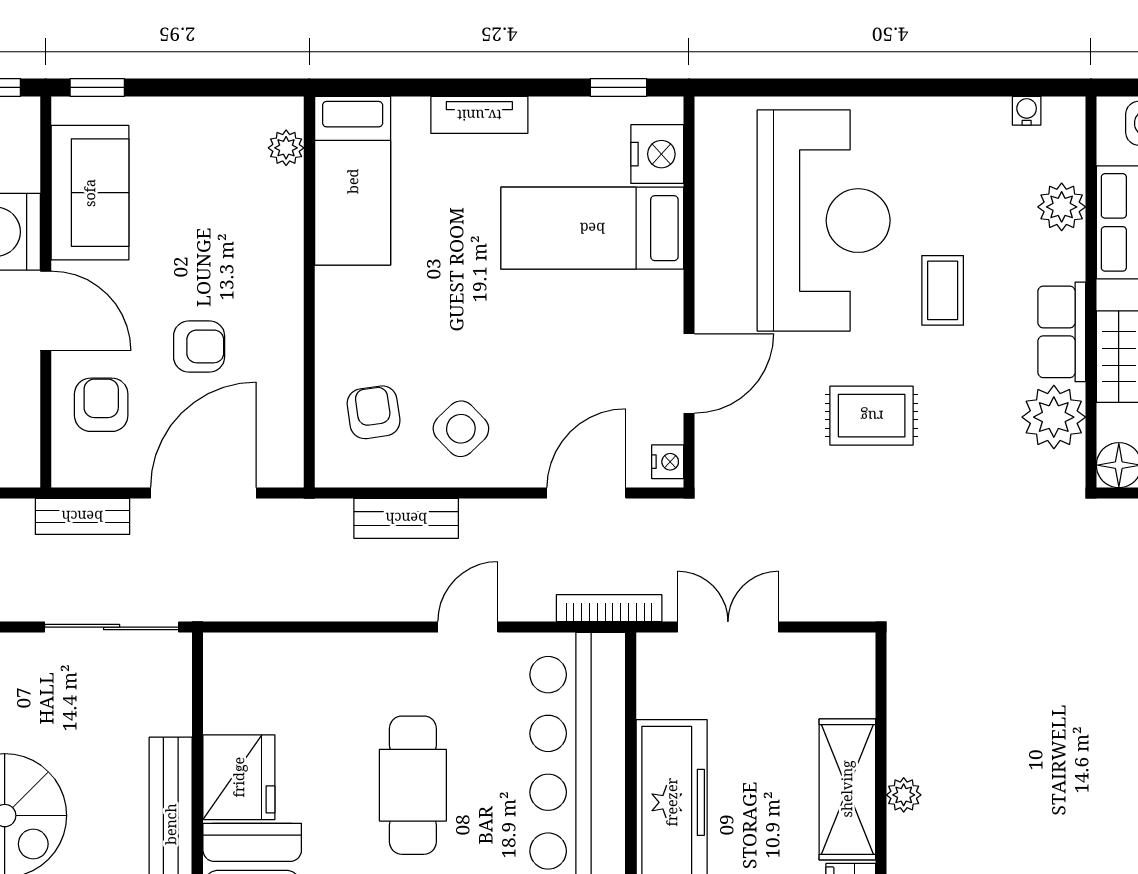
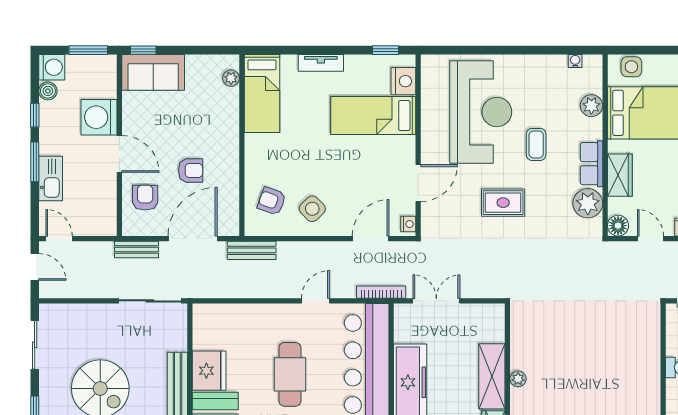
sofa: (90, 193) -> (153, 72), moved, turned 90
armchair: (374, 412) -> (272, 201), turned -62
bench: (406, 518) -> (252, 250), moved

